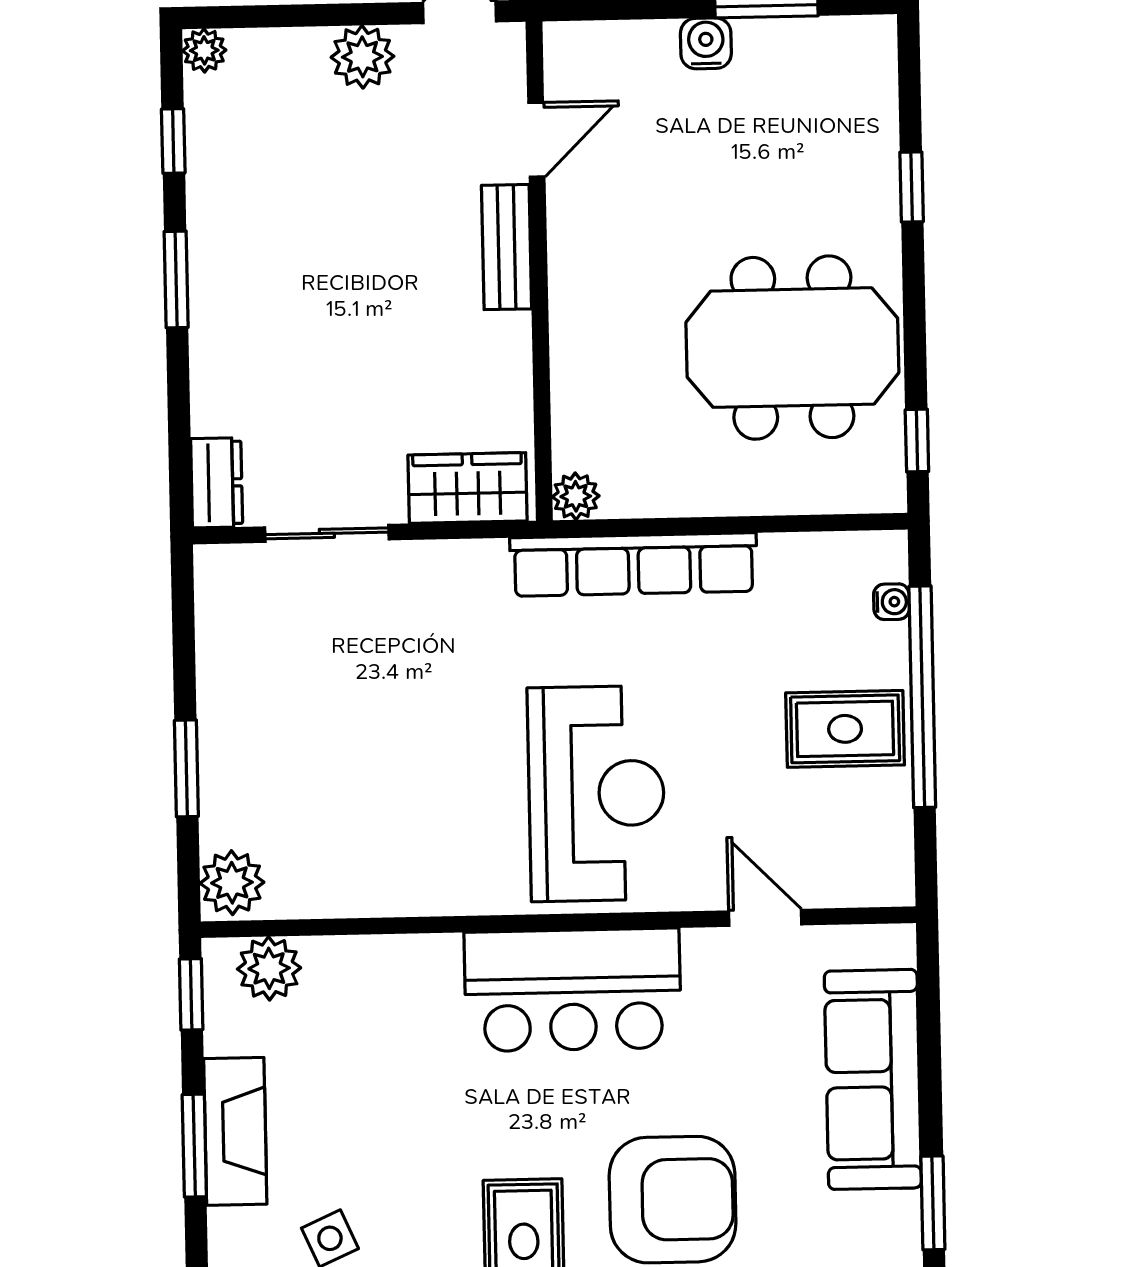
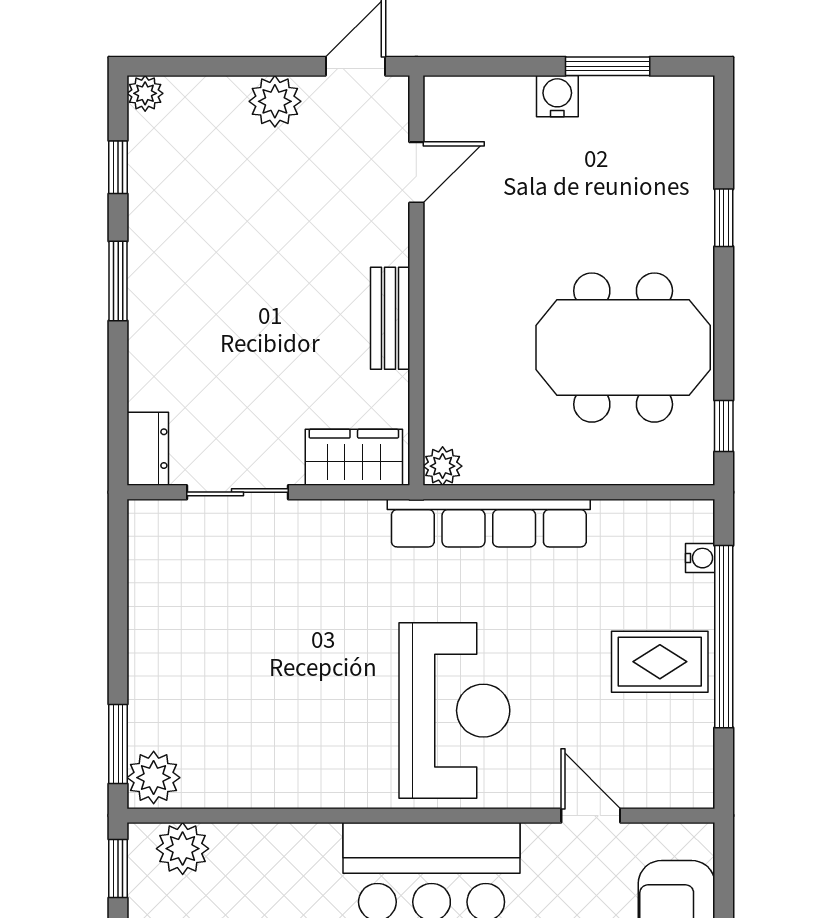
bench: (507, 247) -> (390, 318), moved
window: (186, 768) -> (118, 744), moved

